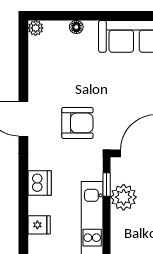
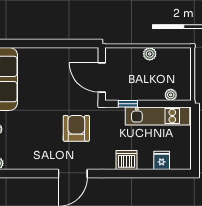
plant: (124, 197) -> (171, 95), moved, width x0.53, depth x0.53

